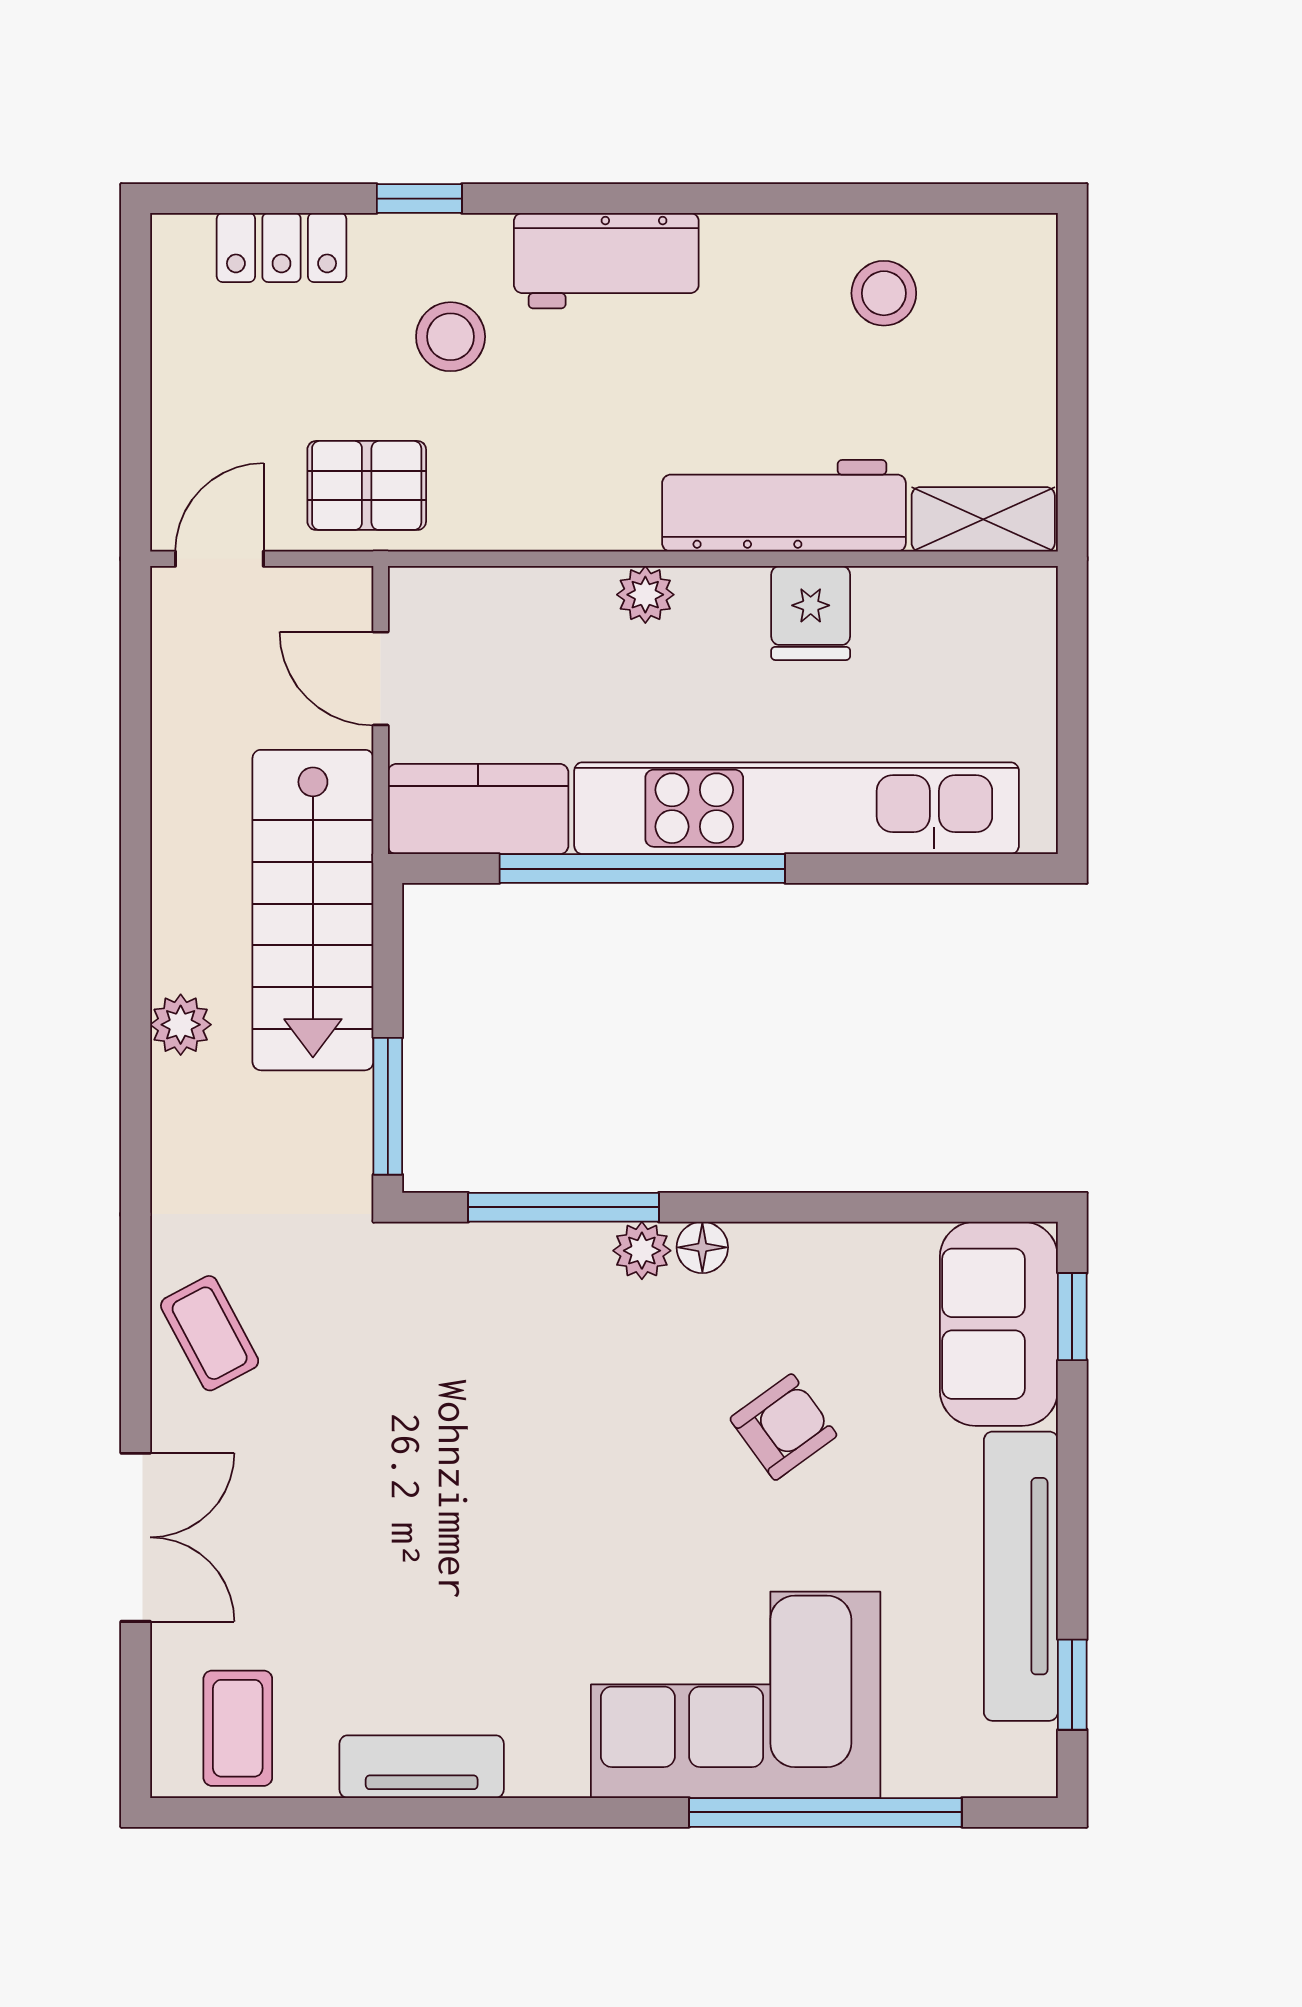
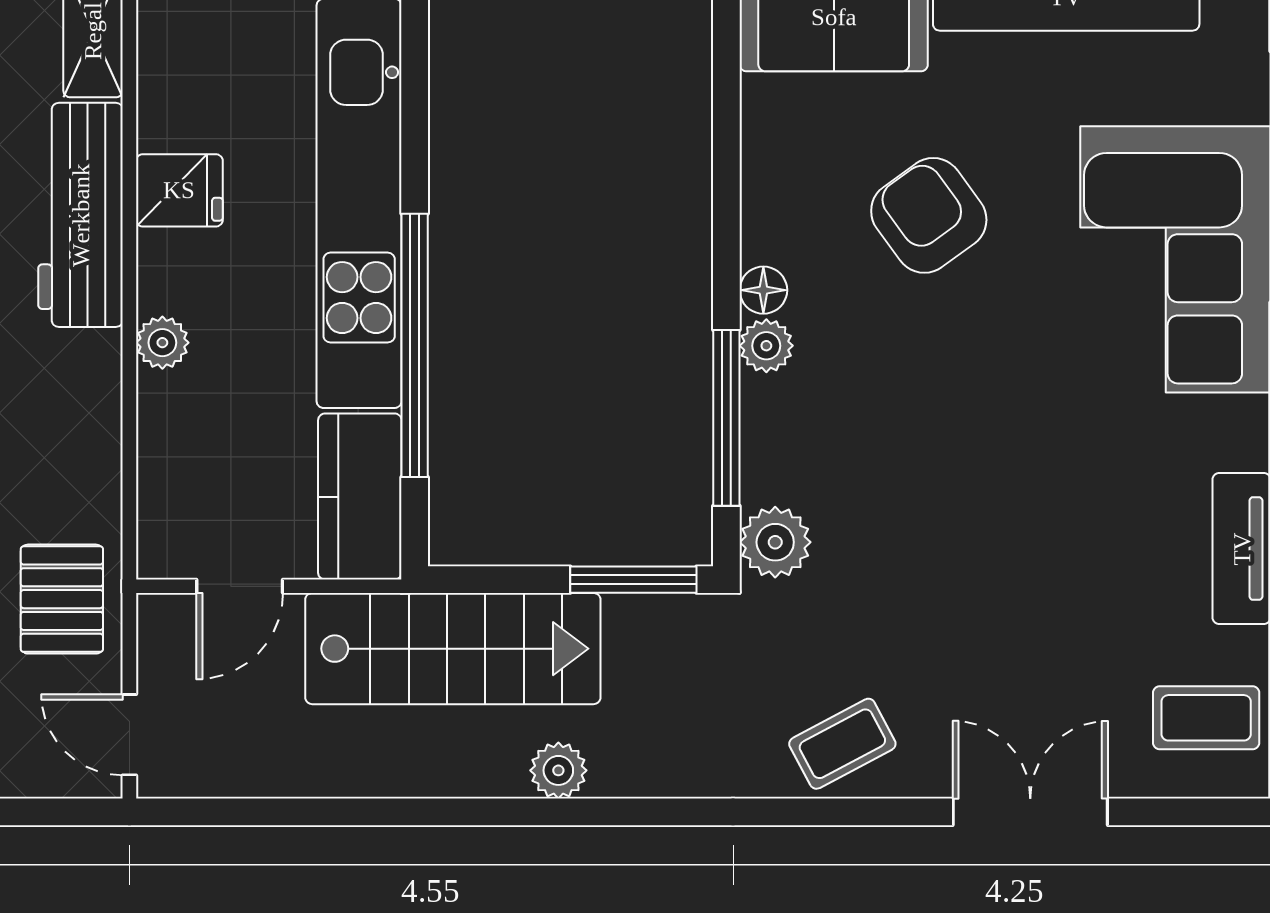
plant: (428, 1260) -> (775, 542), added
armchair: (783, 1427) -> (929, 215), width x1.38, depth x1.38

